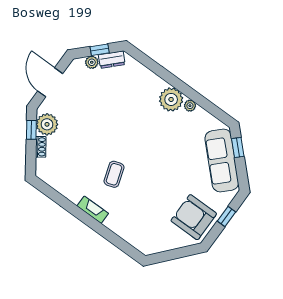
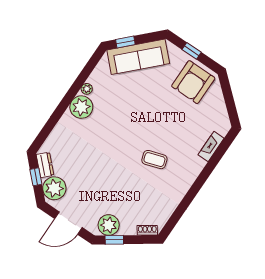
plant: (92, 62) -> (54, 188), width x1.87, depth x1.87
shoe rack: (41, 147) -> (147, 230), moved
fireplace: (93, 210) -> (211, 147), moved

